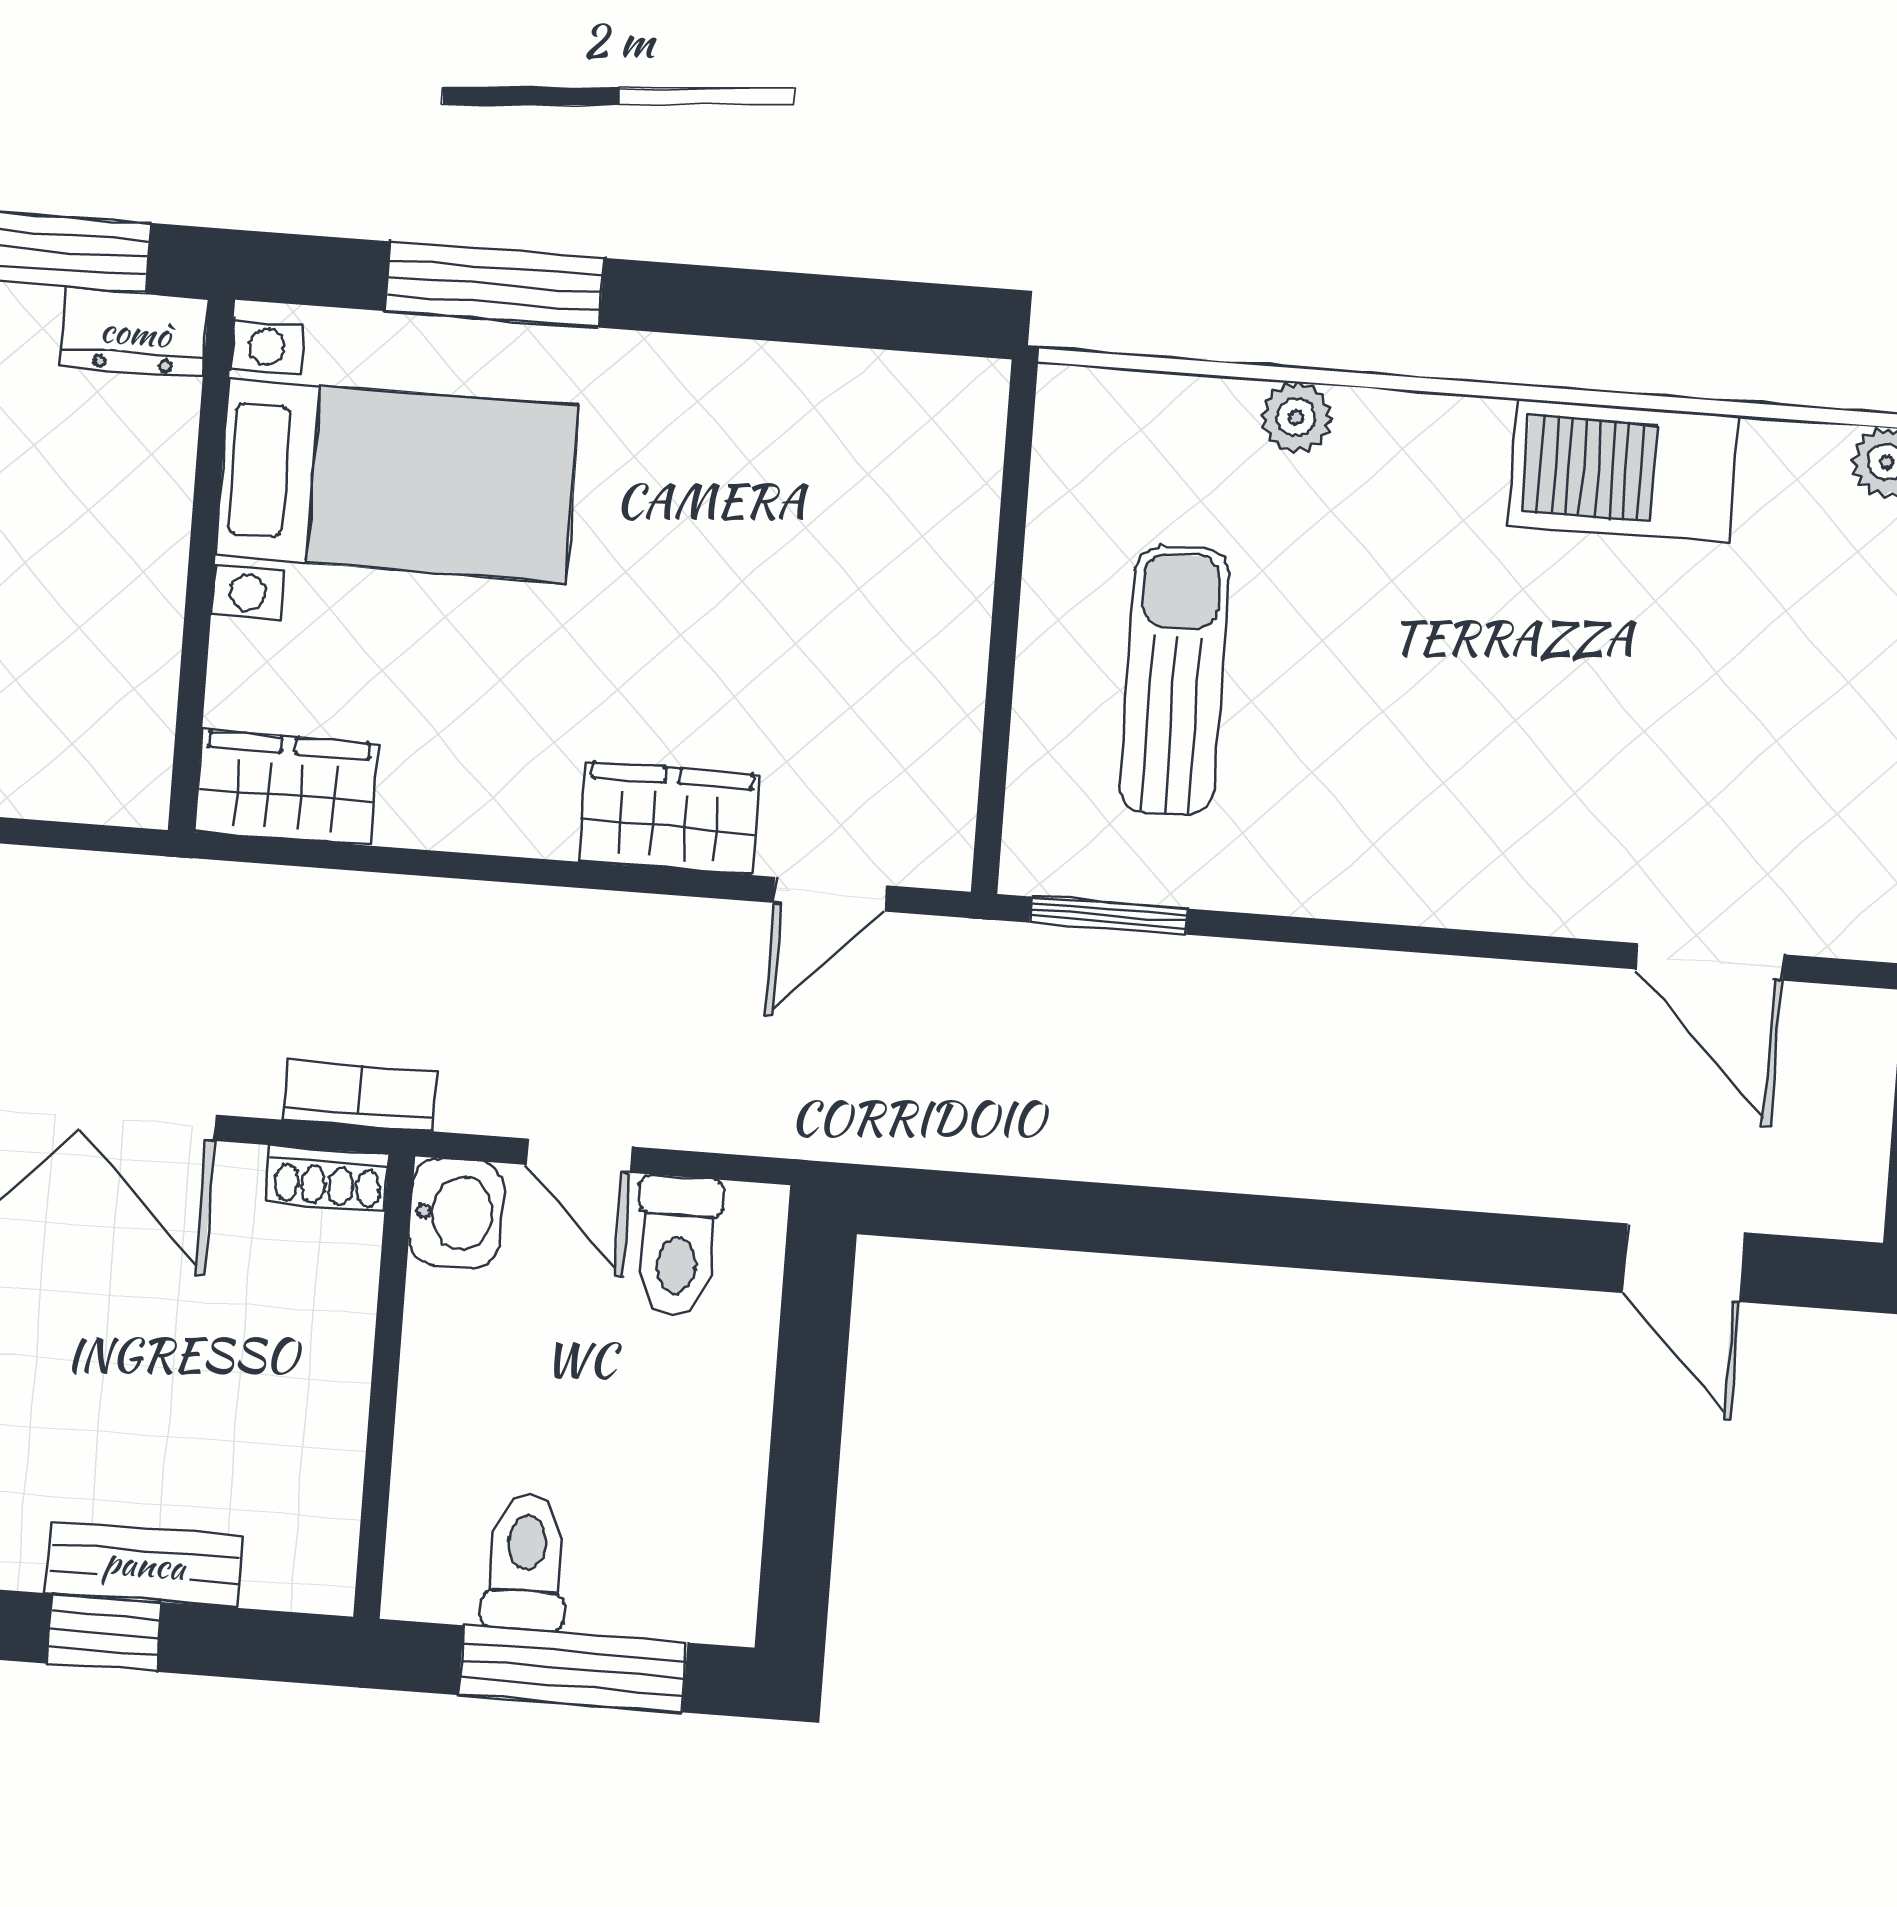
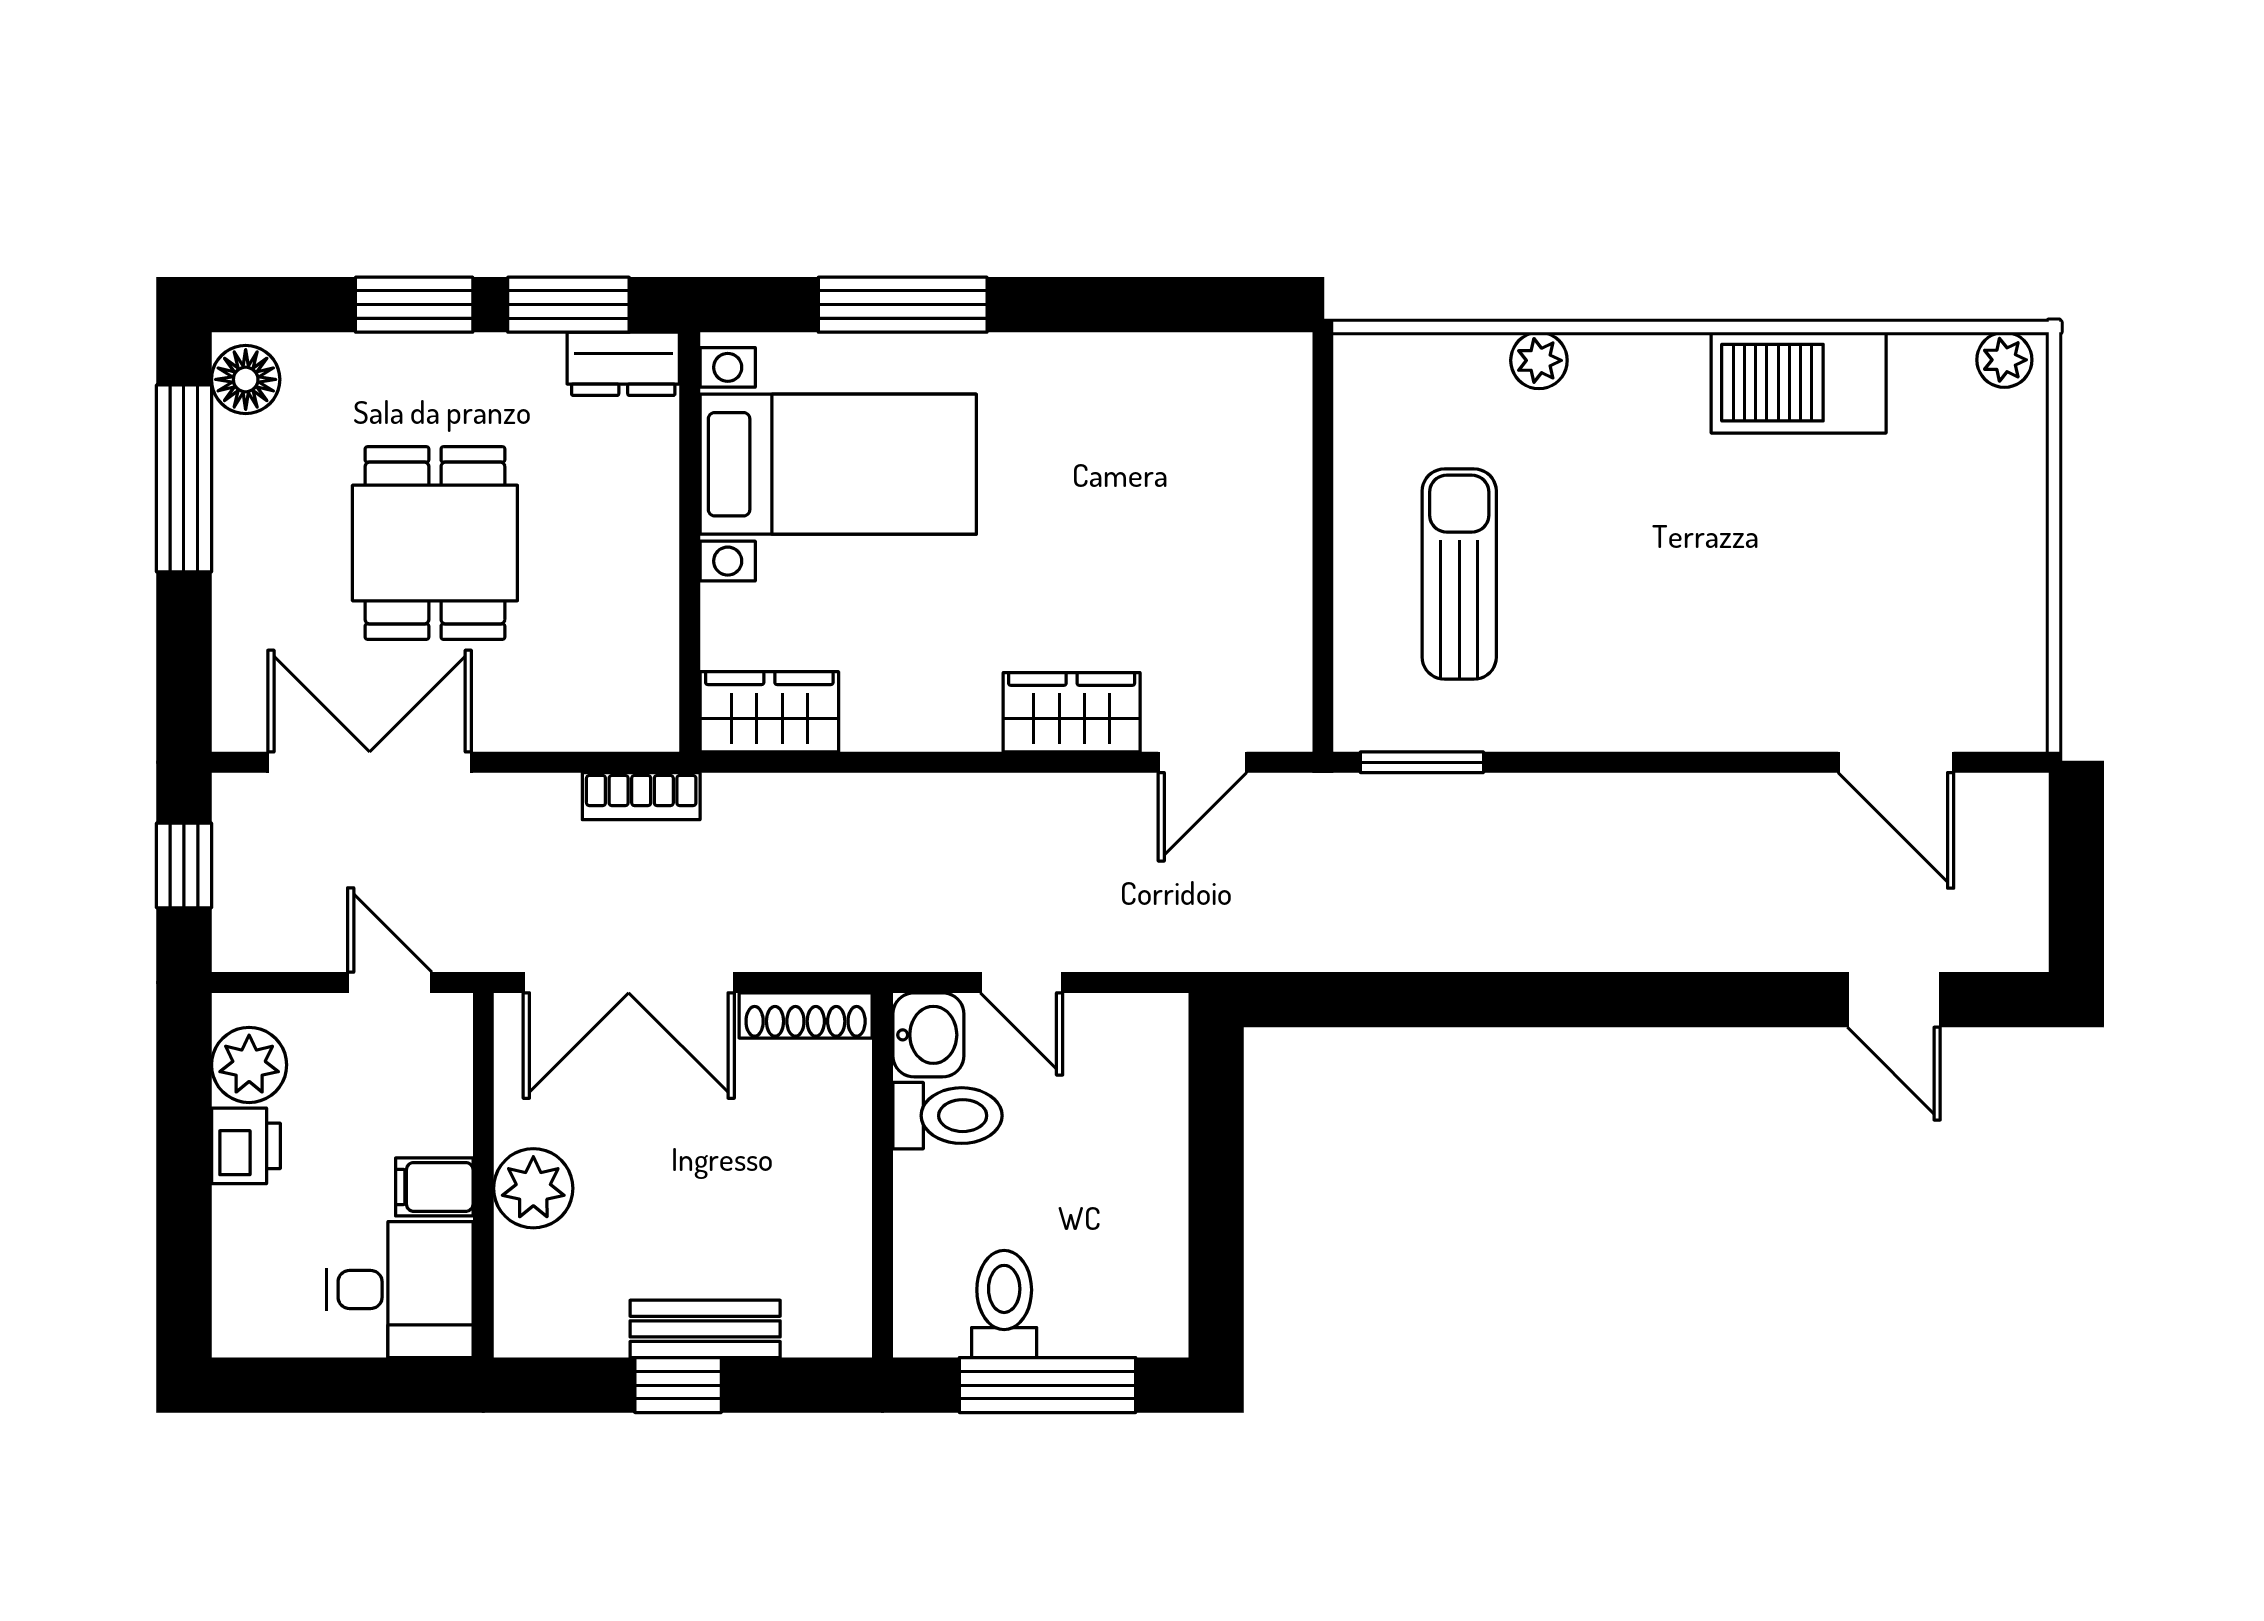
bookcase: (360, 1096) -> (641, 796), moved, turned 180
shoe rack: (328, 1178) -> (806, 1015), width x1.43
toilet: (678, 1246) -> (947, 1116), moved, turned -90

